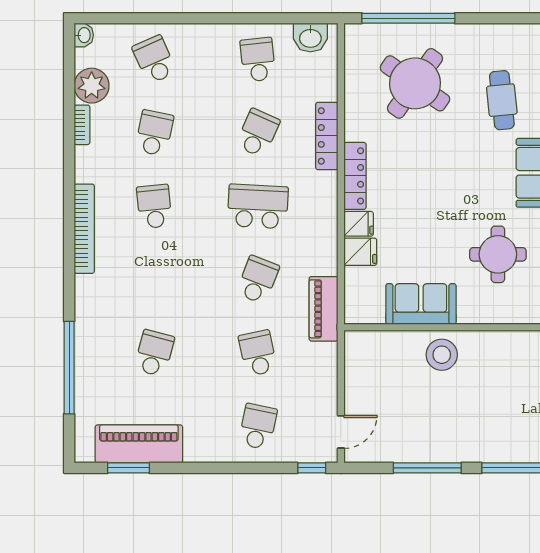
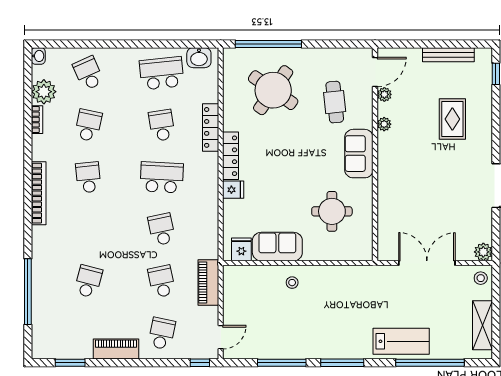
school desk: (258, 60) -> (162, 73), width x1.85
school desk: (258, 133) -> (162, 125), turned -33
fridge: (360, 252) -> (241, 249), moved, turned -90
school desk: (258, 280) -> (162, 229), turned -33
piano: (324, 309) -> (208, 283), moved
stool: (442, 355) -> (292, 283), width x0.53, depth x0.53
piano: (139, 444) -> (116, 349), moved, width x0.73, depth x0.75

